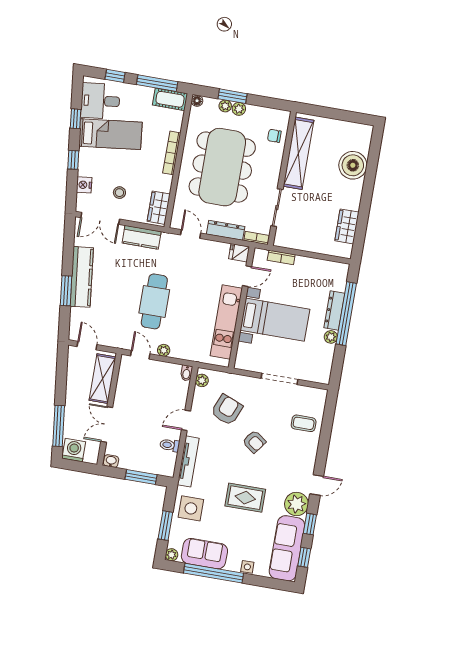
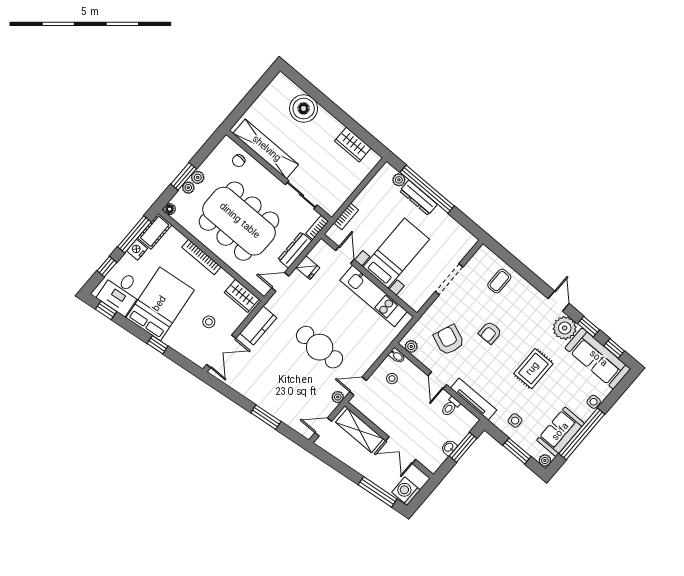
window: (76, 119) -> (106, 310), moved
bed: (110, 134) -> (160, 304), width x1.50
nightstand: (84, 185) -> (137, 250), moved, turned 97
fridge: (239, 253) -> (308, 268), moved, turned -90
kitchen counter: (82, 277) -> (262, 397), removed
plant: (331, 337) -> (399, 180), moved
plant: (164, 350) -> (338, 397), moved
stool: (164, 380) -> (392, 379), added
armchair: (254, 442) -> (490, 333), turned 144
washbasin: (111, 461) -> (449, 447), moved
side table: (191, 508) -> (515, 421), width x0.54, depth x0.54

